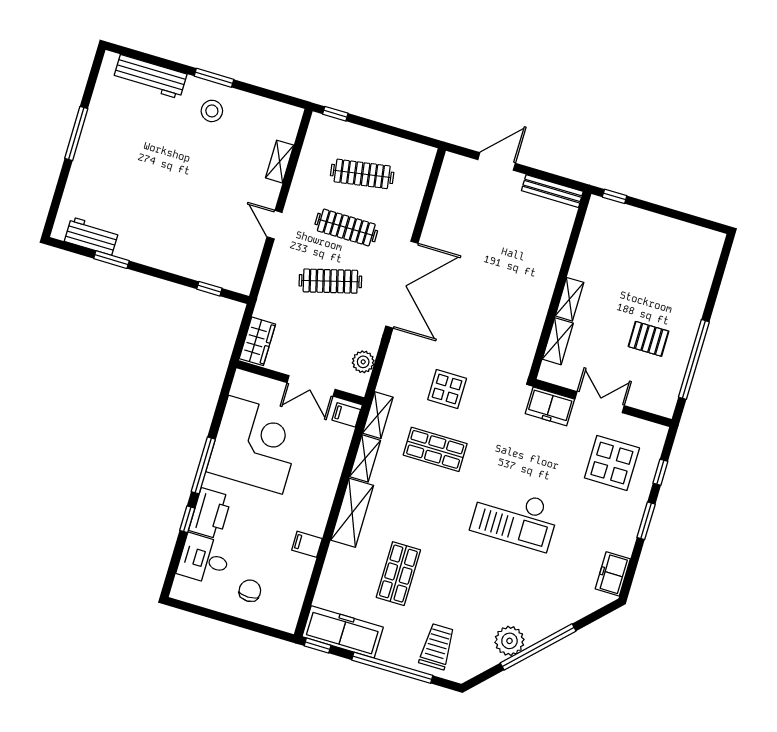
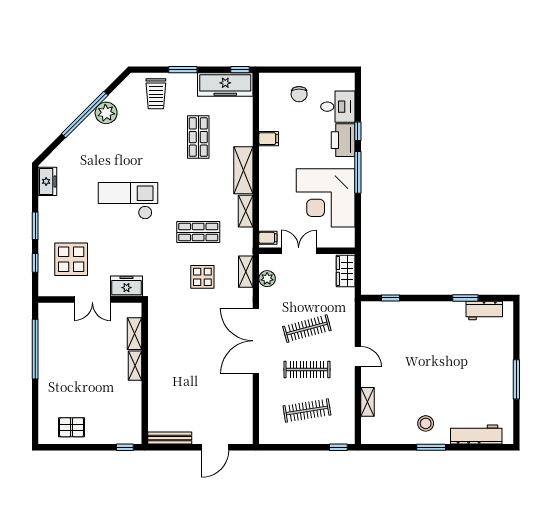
pallet: (648, 339) -> (72, 427), moved
shelving: (378, 415) -> (246, 272), moved
window: (392, 668) -> (183, 70), width x0.47

